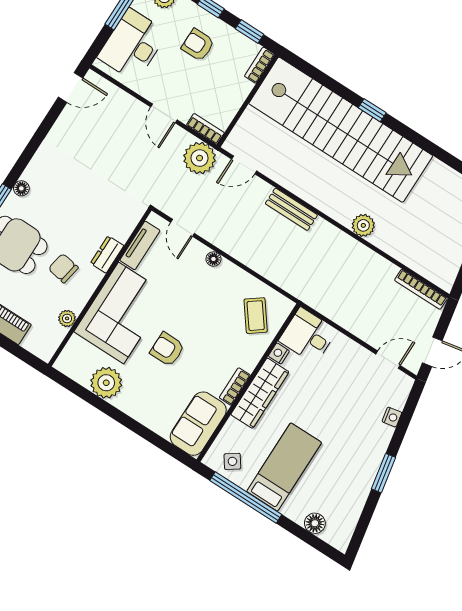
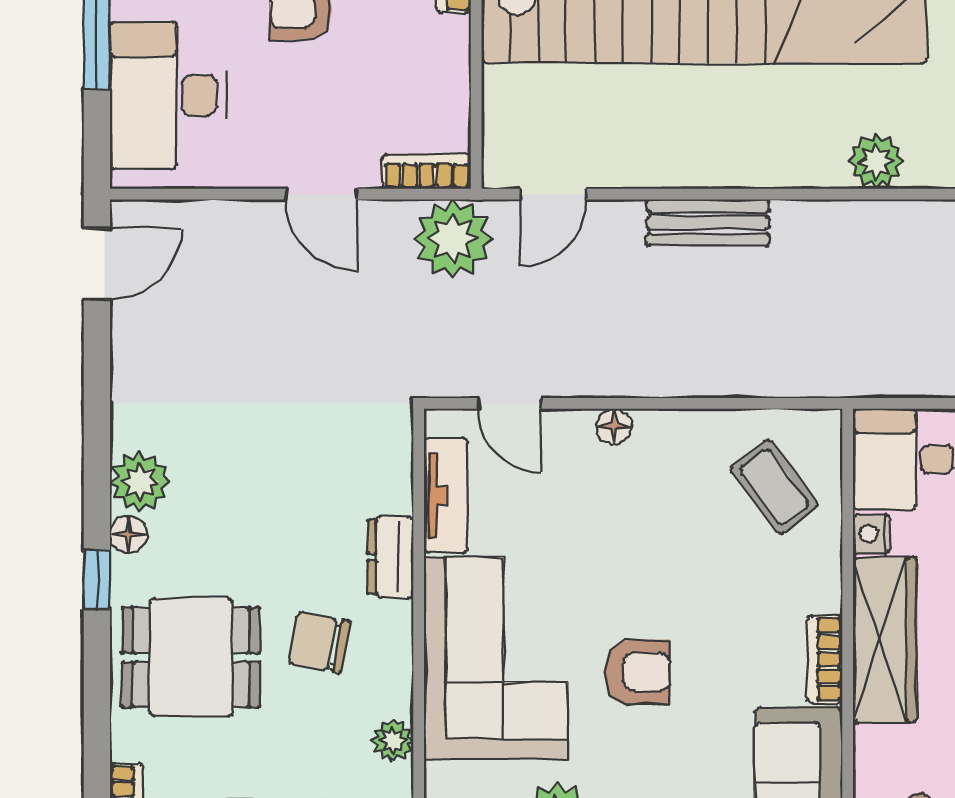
plant: (37, 173) -> (140, 482), added
armchair: (167, 349) -> (638, 672), turned 180

